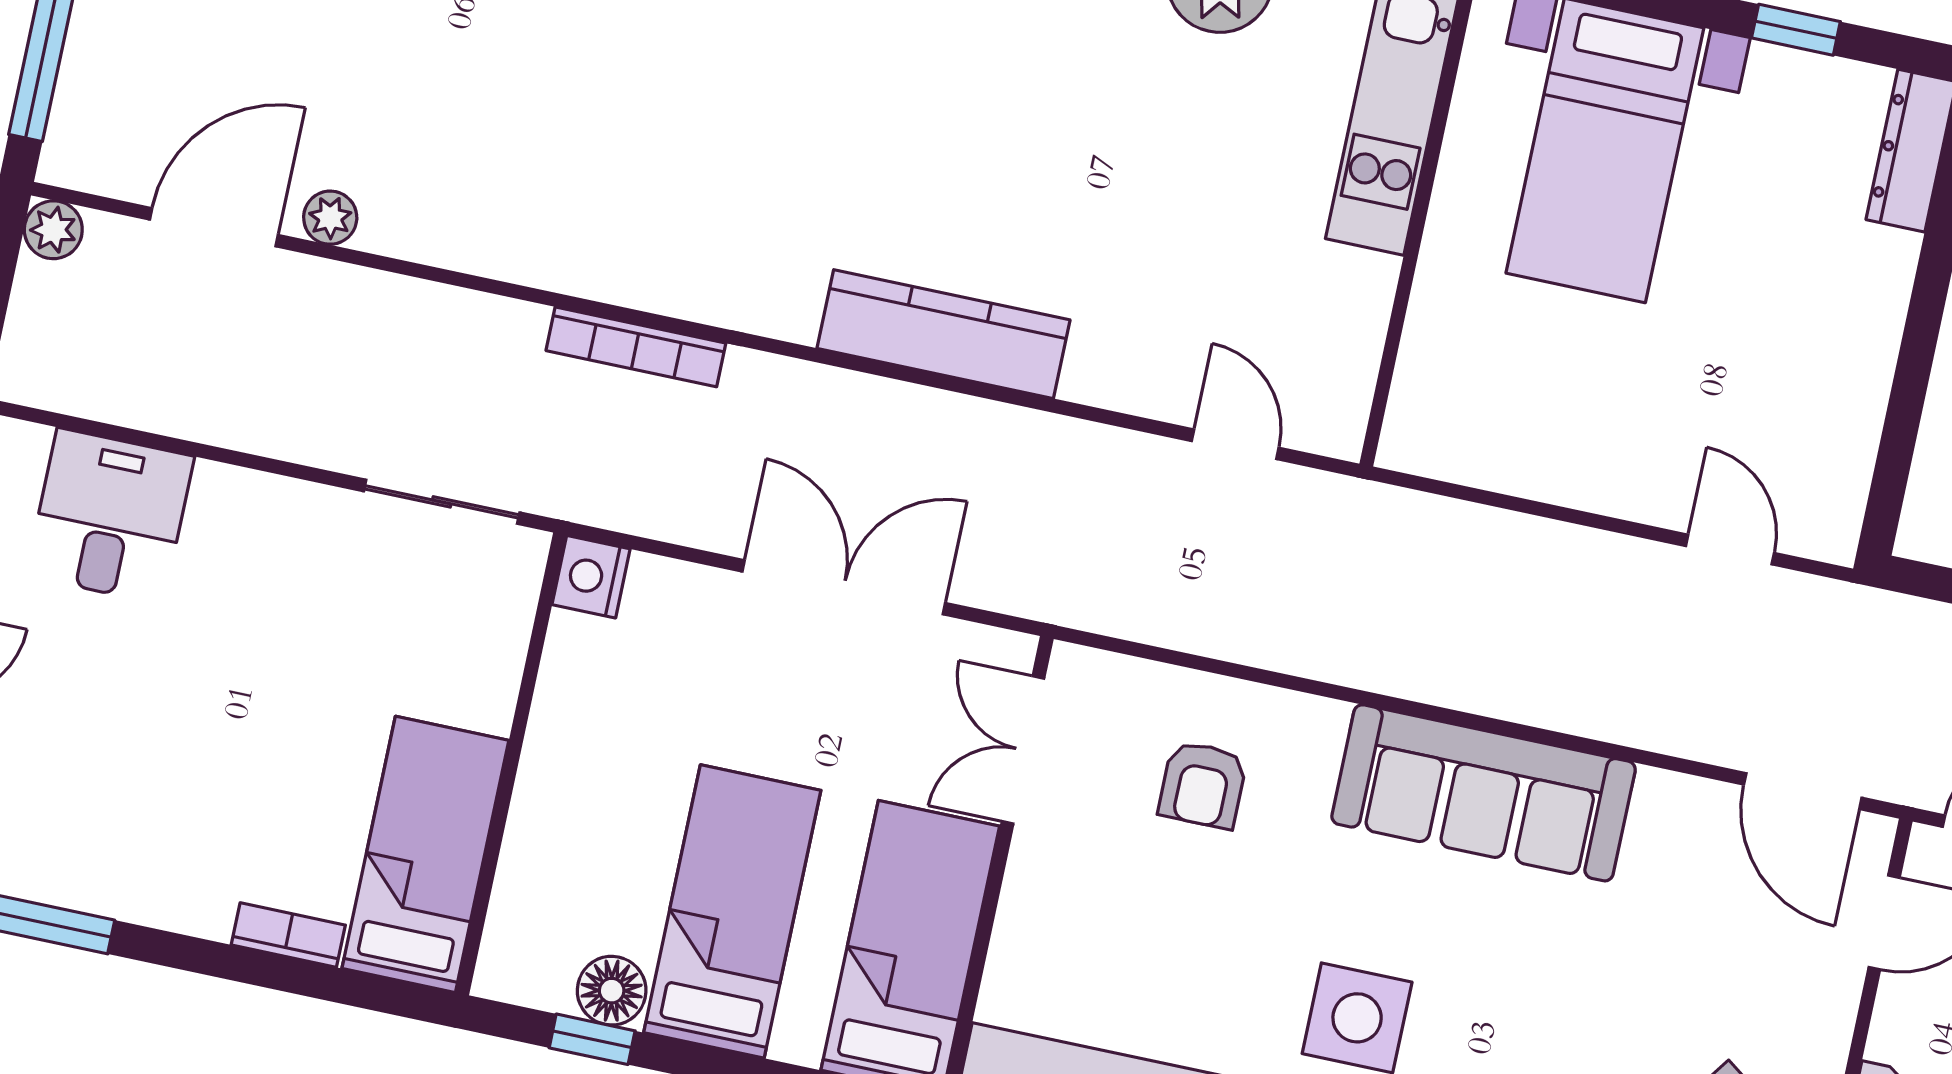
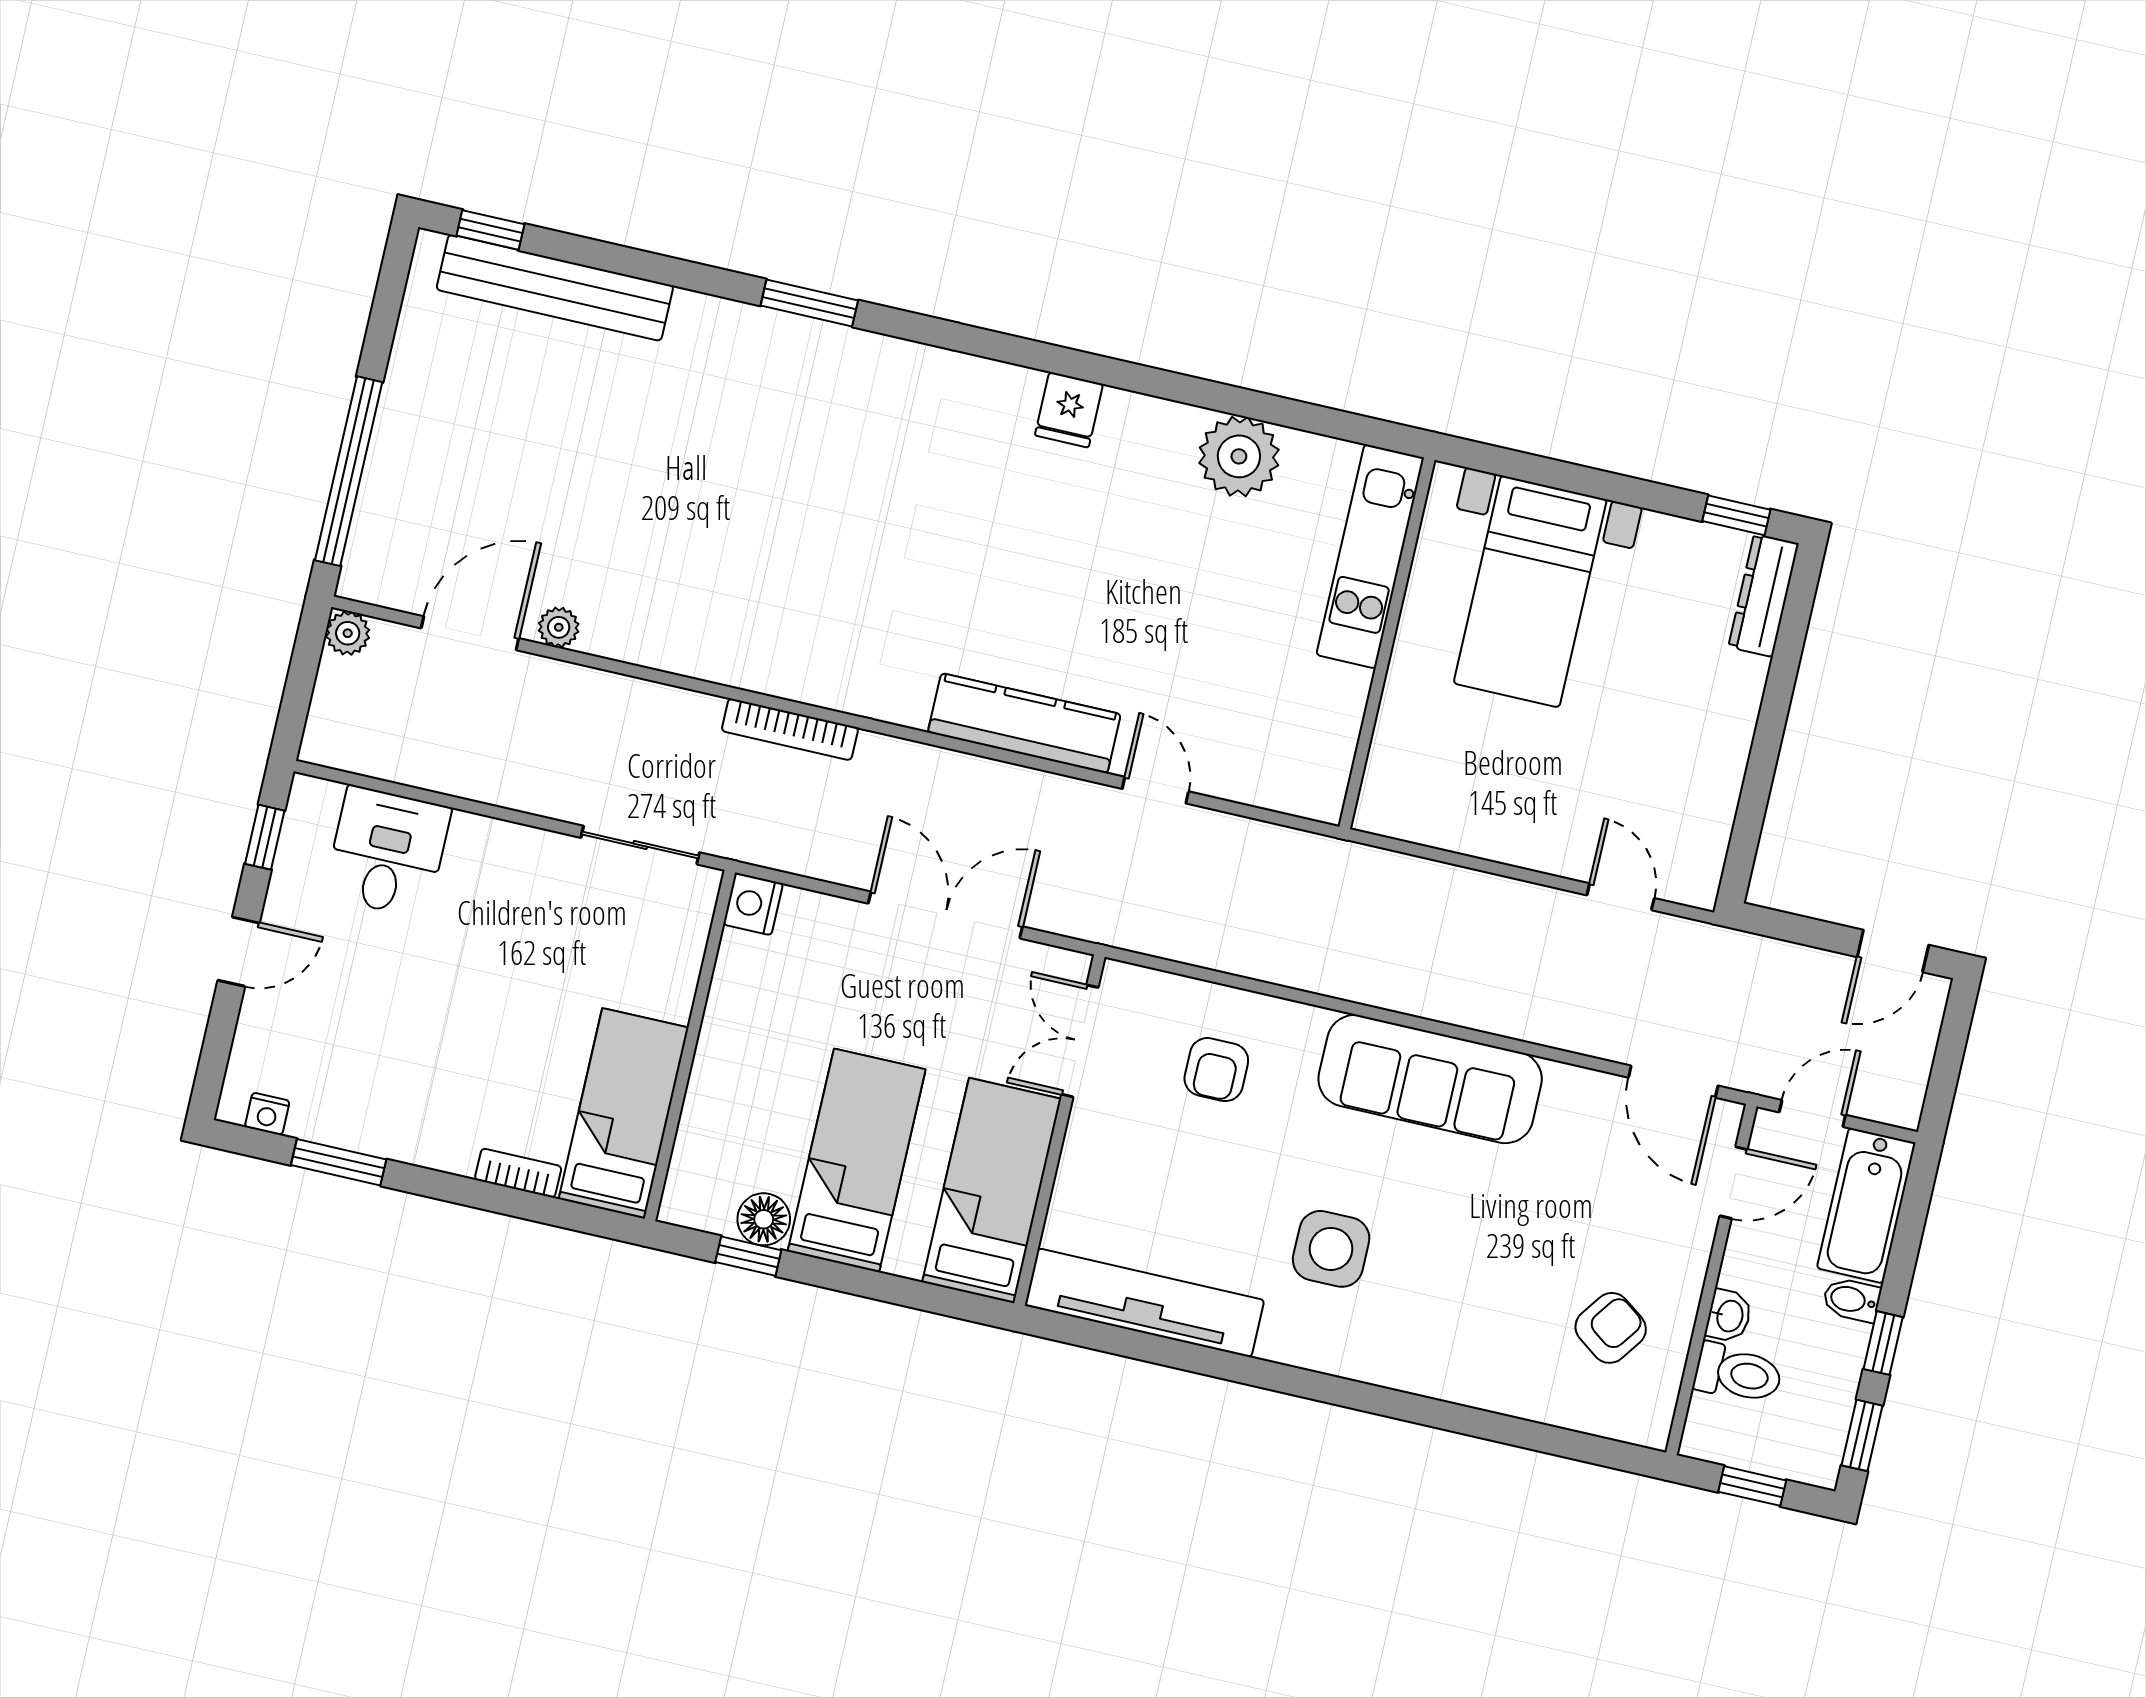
window: (1796, 30) -> (1736, 515), moved
door: (1235, 444) -> (1155, 790), moved

